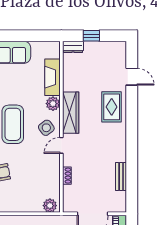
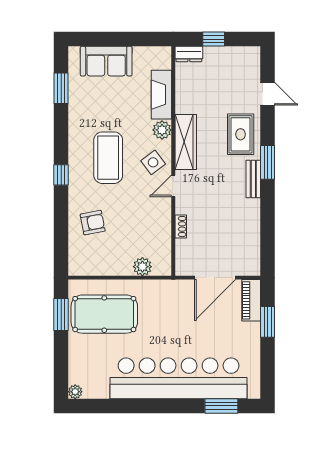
window: (132, 128) -> (268, 162), added
bench: (121, 176) -> (253, 179), moved
plant: (50, 206) -> (142, 267), moved

